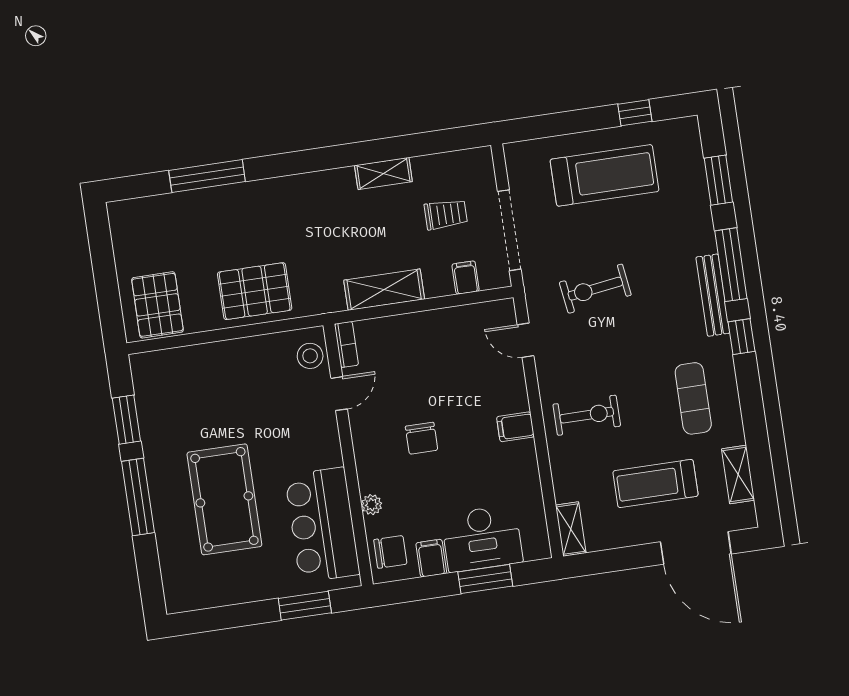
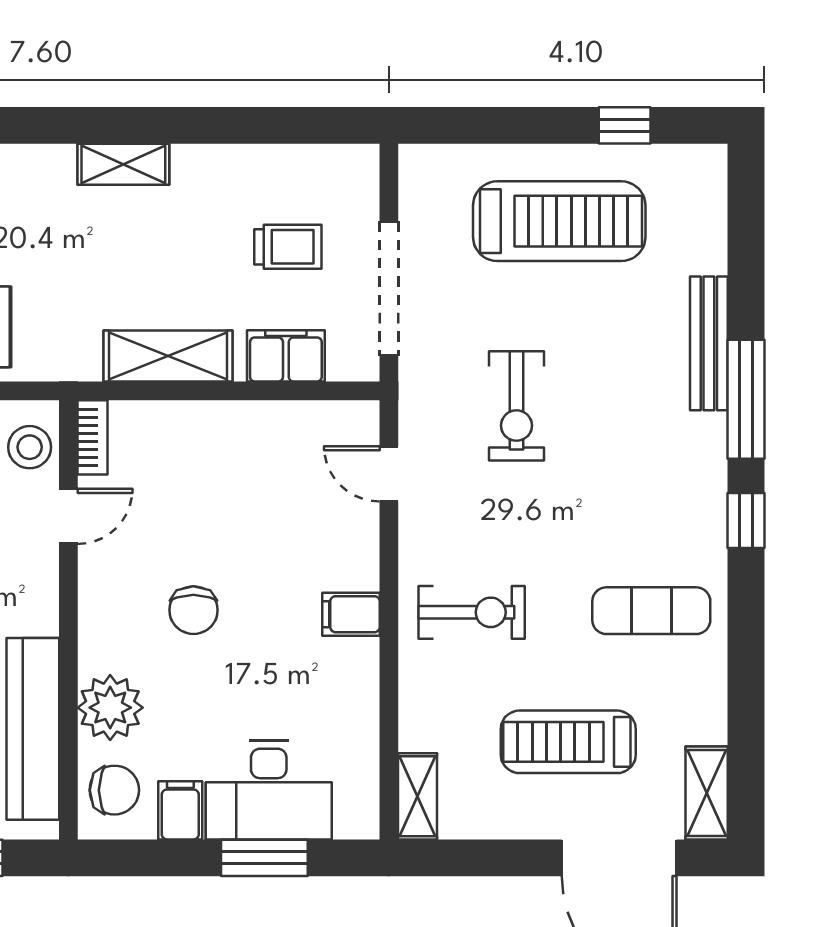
shelving: (383, 173) -> (123, 164), moved
window: (718, 180) -> (746, 257), removed
filing cabinet: (466, 278) -> (286, 356), width x2.00
exercise bike: (595, 289) -> (516, 406), turned -82
bench: (713, 295) -> (709, 343), moved
exercise mat: (693, 398) -> (651, 611), turned 90
shelving: (738, 475) -> (707, 793), moved
plant: (372, 505) -> (110, 708), width x1.88, depth x1.88

